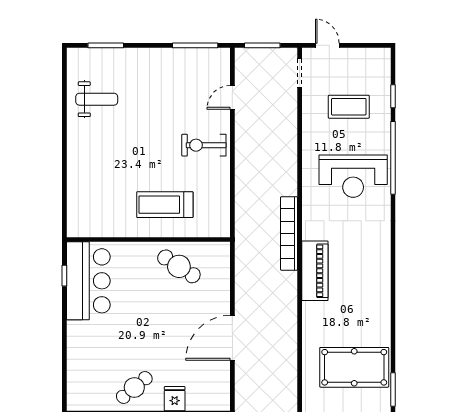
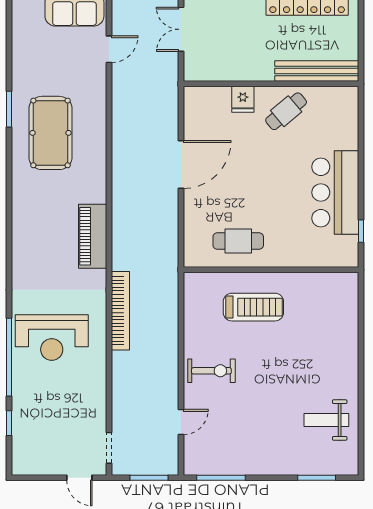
coffee table: (349, 107) -> (56, 412), removed
reception desk: (353, 176) -> (52, 338), turned 180
bookcase: (289, 233) -> (120, 311), moved
cafe table: (179, 266) -> (238, 241), turned -33
bar counter: (88, 281) -> (335, 192), moved
pool table: (354, 367) -> (51, 133), turned 90

